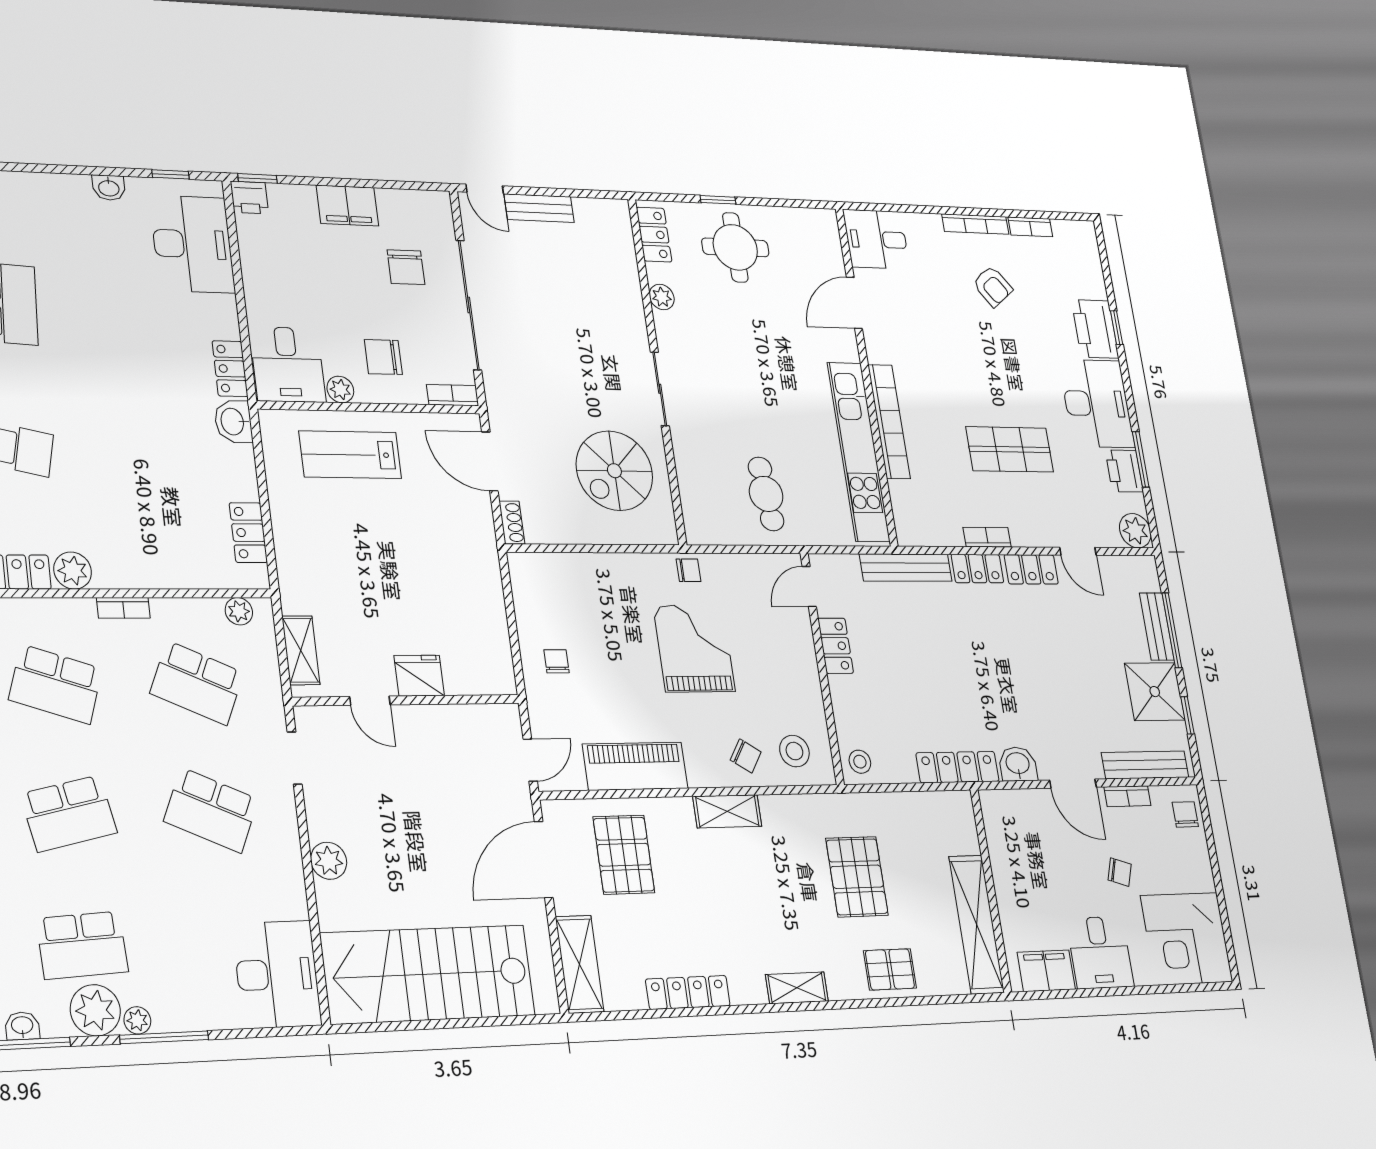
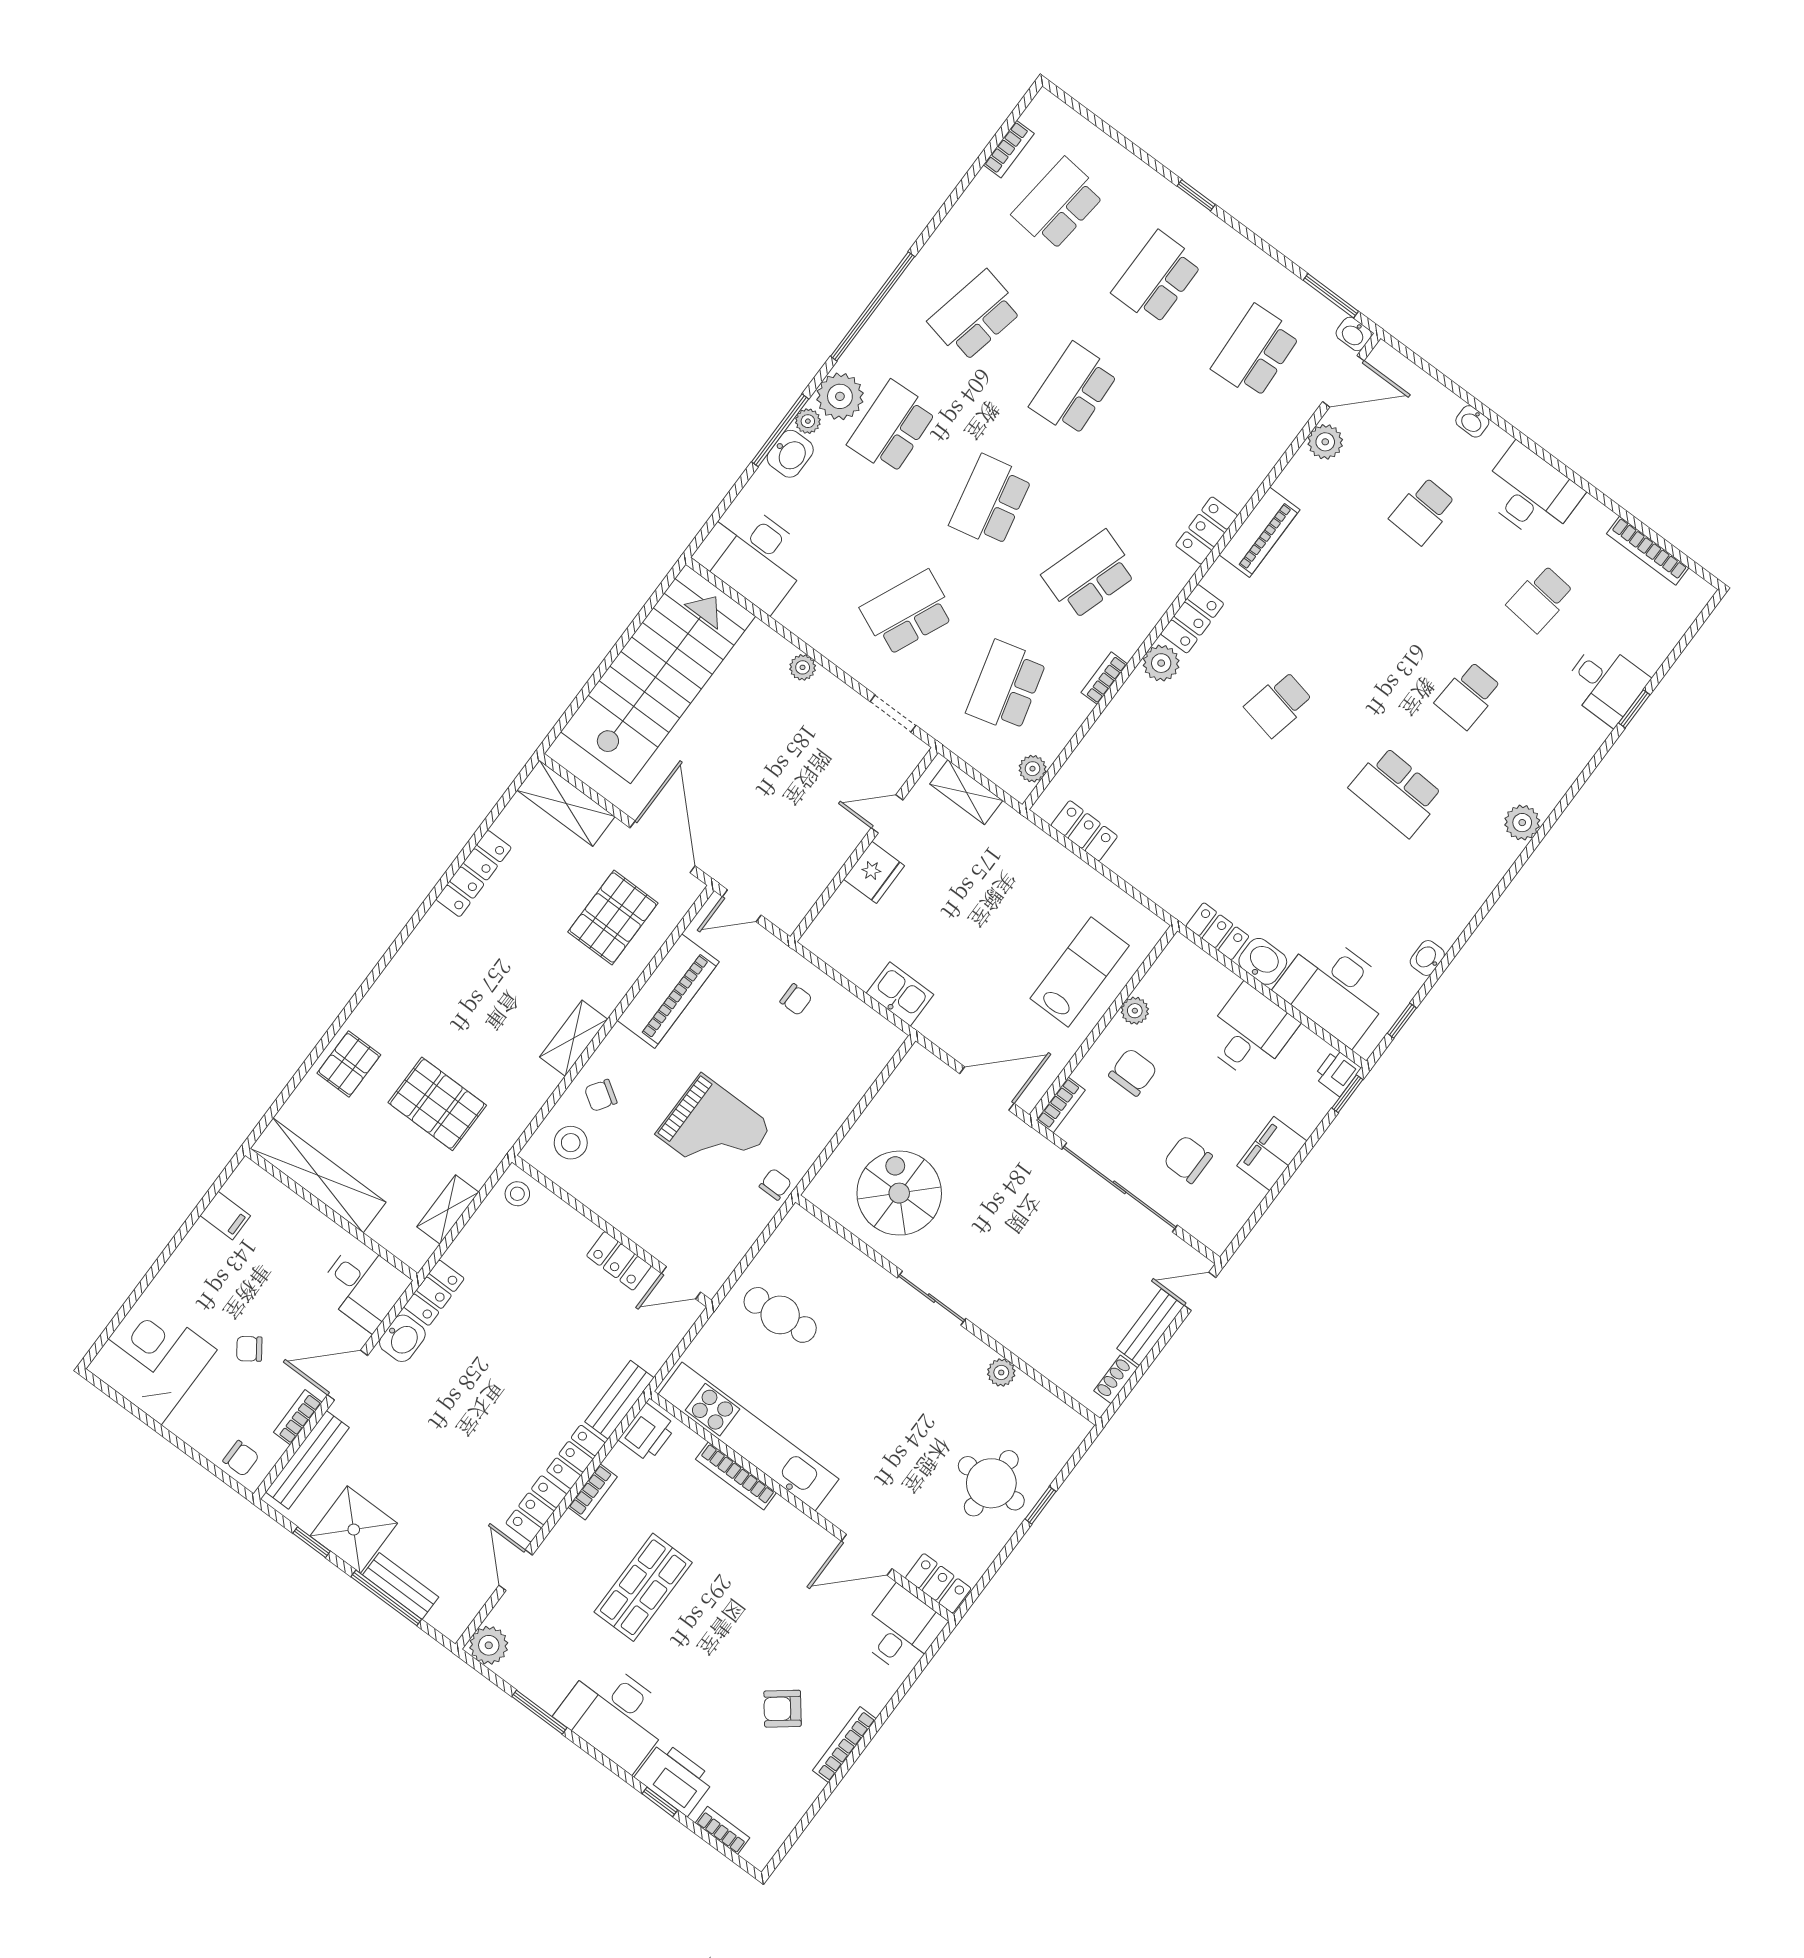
bookcase: (1030, 227) -> (722, 1830), moved, turned 90
locker: (654, 235) -> (938, 1583), moved, turned 180
door: (854, 303) -> (867, 1555), swing flipped
desk: (288, 364) -> (1250, 1032), moved, turned 90
washbasin: (233, 422) -> (1263, 961), moved
bookcase: (889, 422) -> (736, 1476), width x0.68, depth x0.76
printer: (1124, 471) -> (647, 1433), moved, turned 90
shoe rack: (512, 523) -> (1116, 1379), moved, turned 90
door: (1078, 551) -> (516, 1570), hinge flipped
bench: (906, 568) -> (619, 1400), width x0.73
chair: (689, 570) -> (775, 1184), turned 180
kitchen sink: (484, 583) -> (900, 994), added
door: (809, 586) -> (681, 1283), swing flipped
school desk: (197, 683) -> (1006, 686), turned -39
door: (530, 760) -> (742, 906), hinge flipped
locker: (958, 767) -> (434, 1293), width x0.66
pallet: (624, 855) -> (613, 918), turned 90
plant: (329, 861) -> (803, 667), width x0.73, depth x0.73
chair: (1120, 872) -> (249, 1349), turned 37
desk: (1100, 952) -> (364, 1286), moved, turned 180
filing cabinet: (1046, 971) -> (225, 1216), width x0.50
shelving: (797, 988) -> (448, 1209), moved
washbasin: (22, 1026) -> (790, 454), moved, width x1.38, depth x1.45

